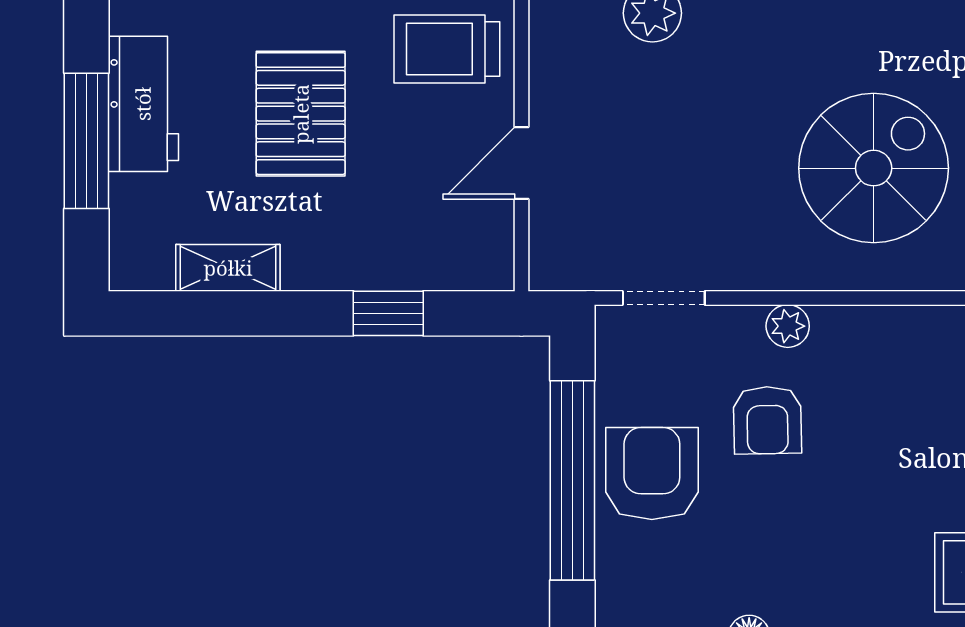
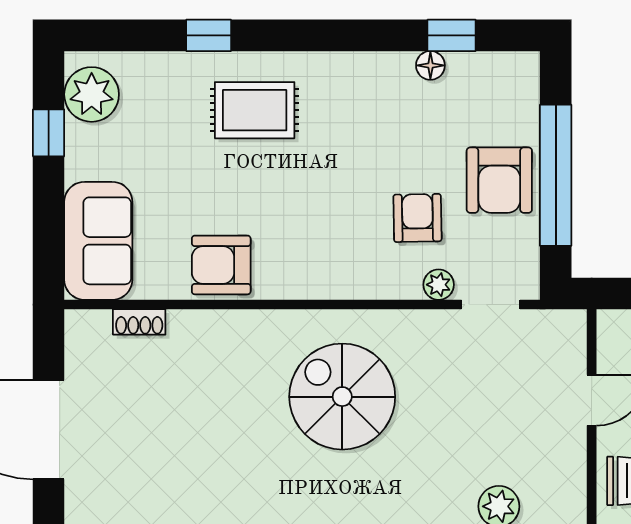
spiral stairs: (874, 168) -> (342, 397), turned 90
plant: (788, 326) -> (439, 285), moved

